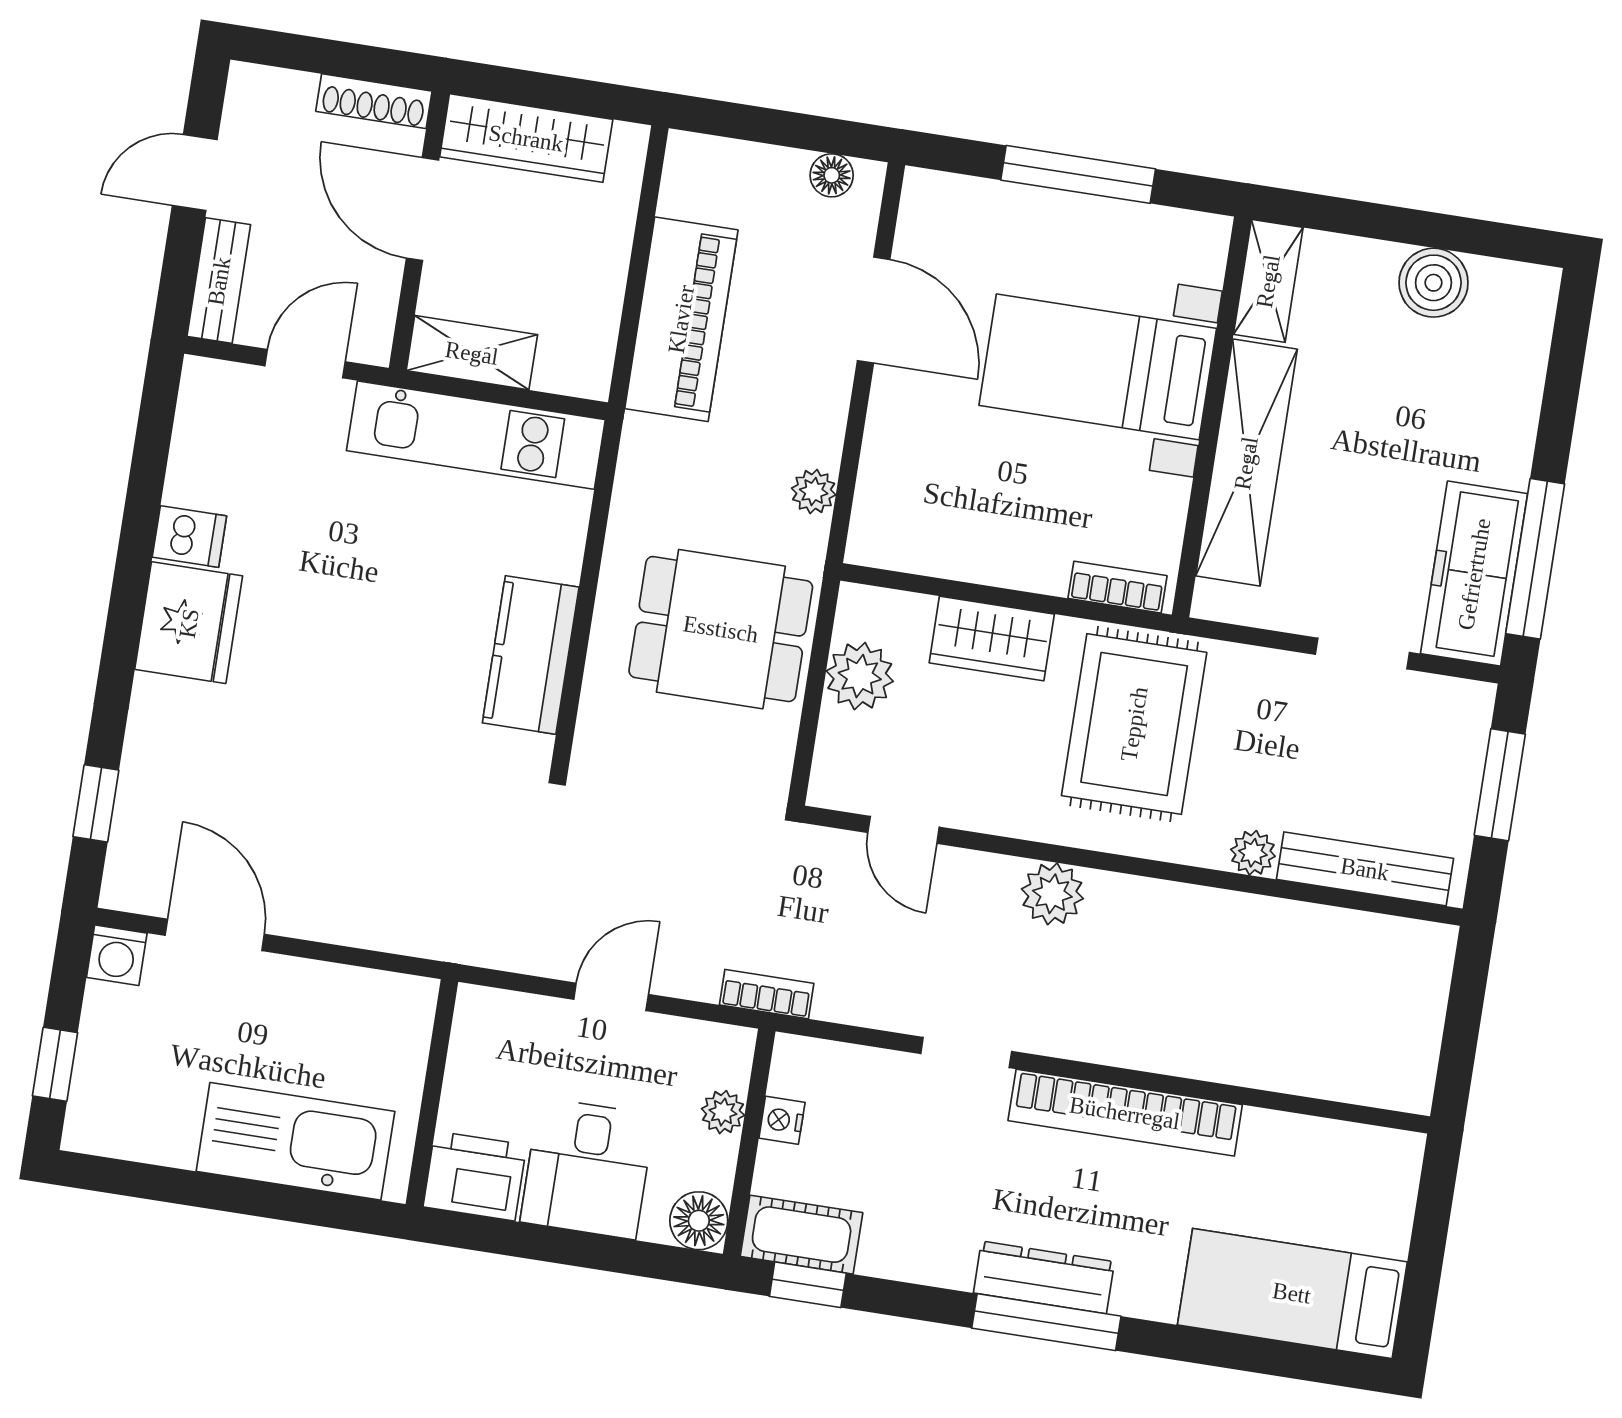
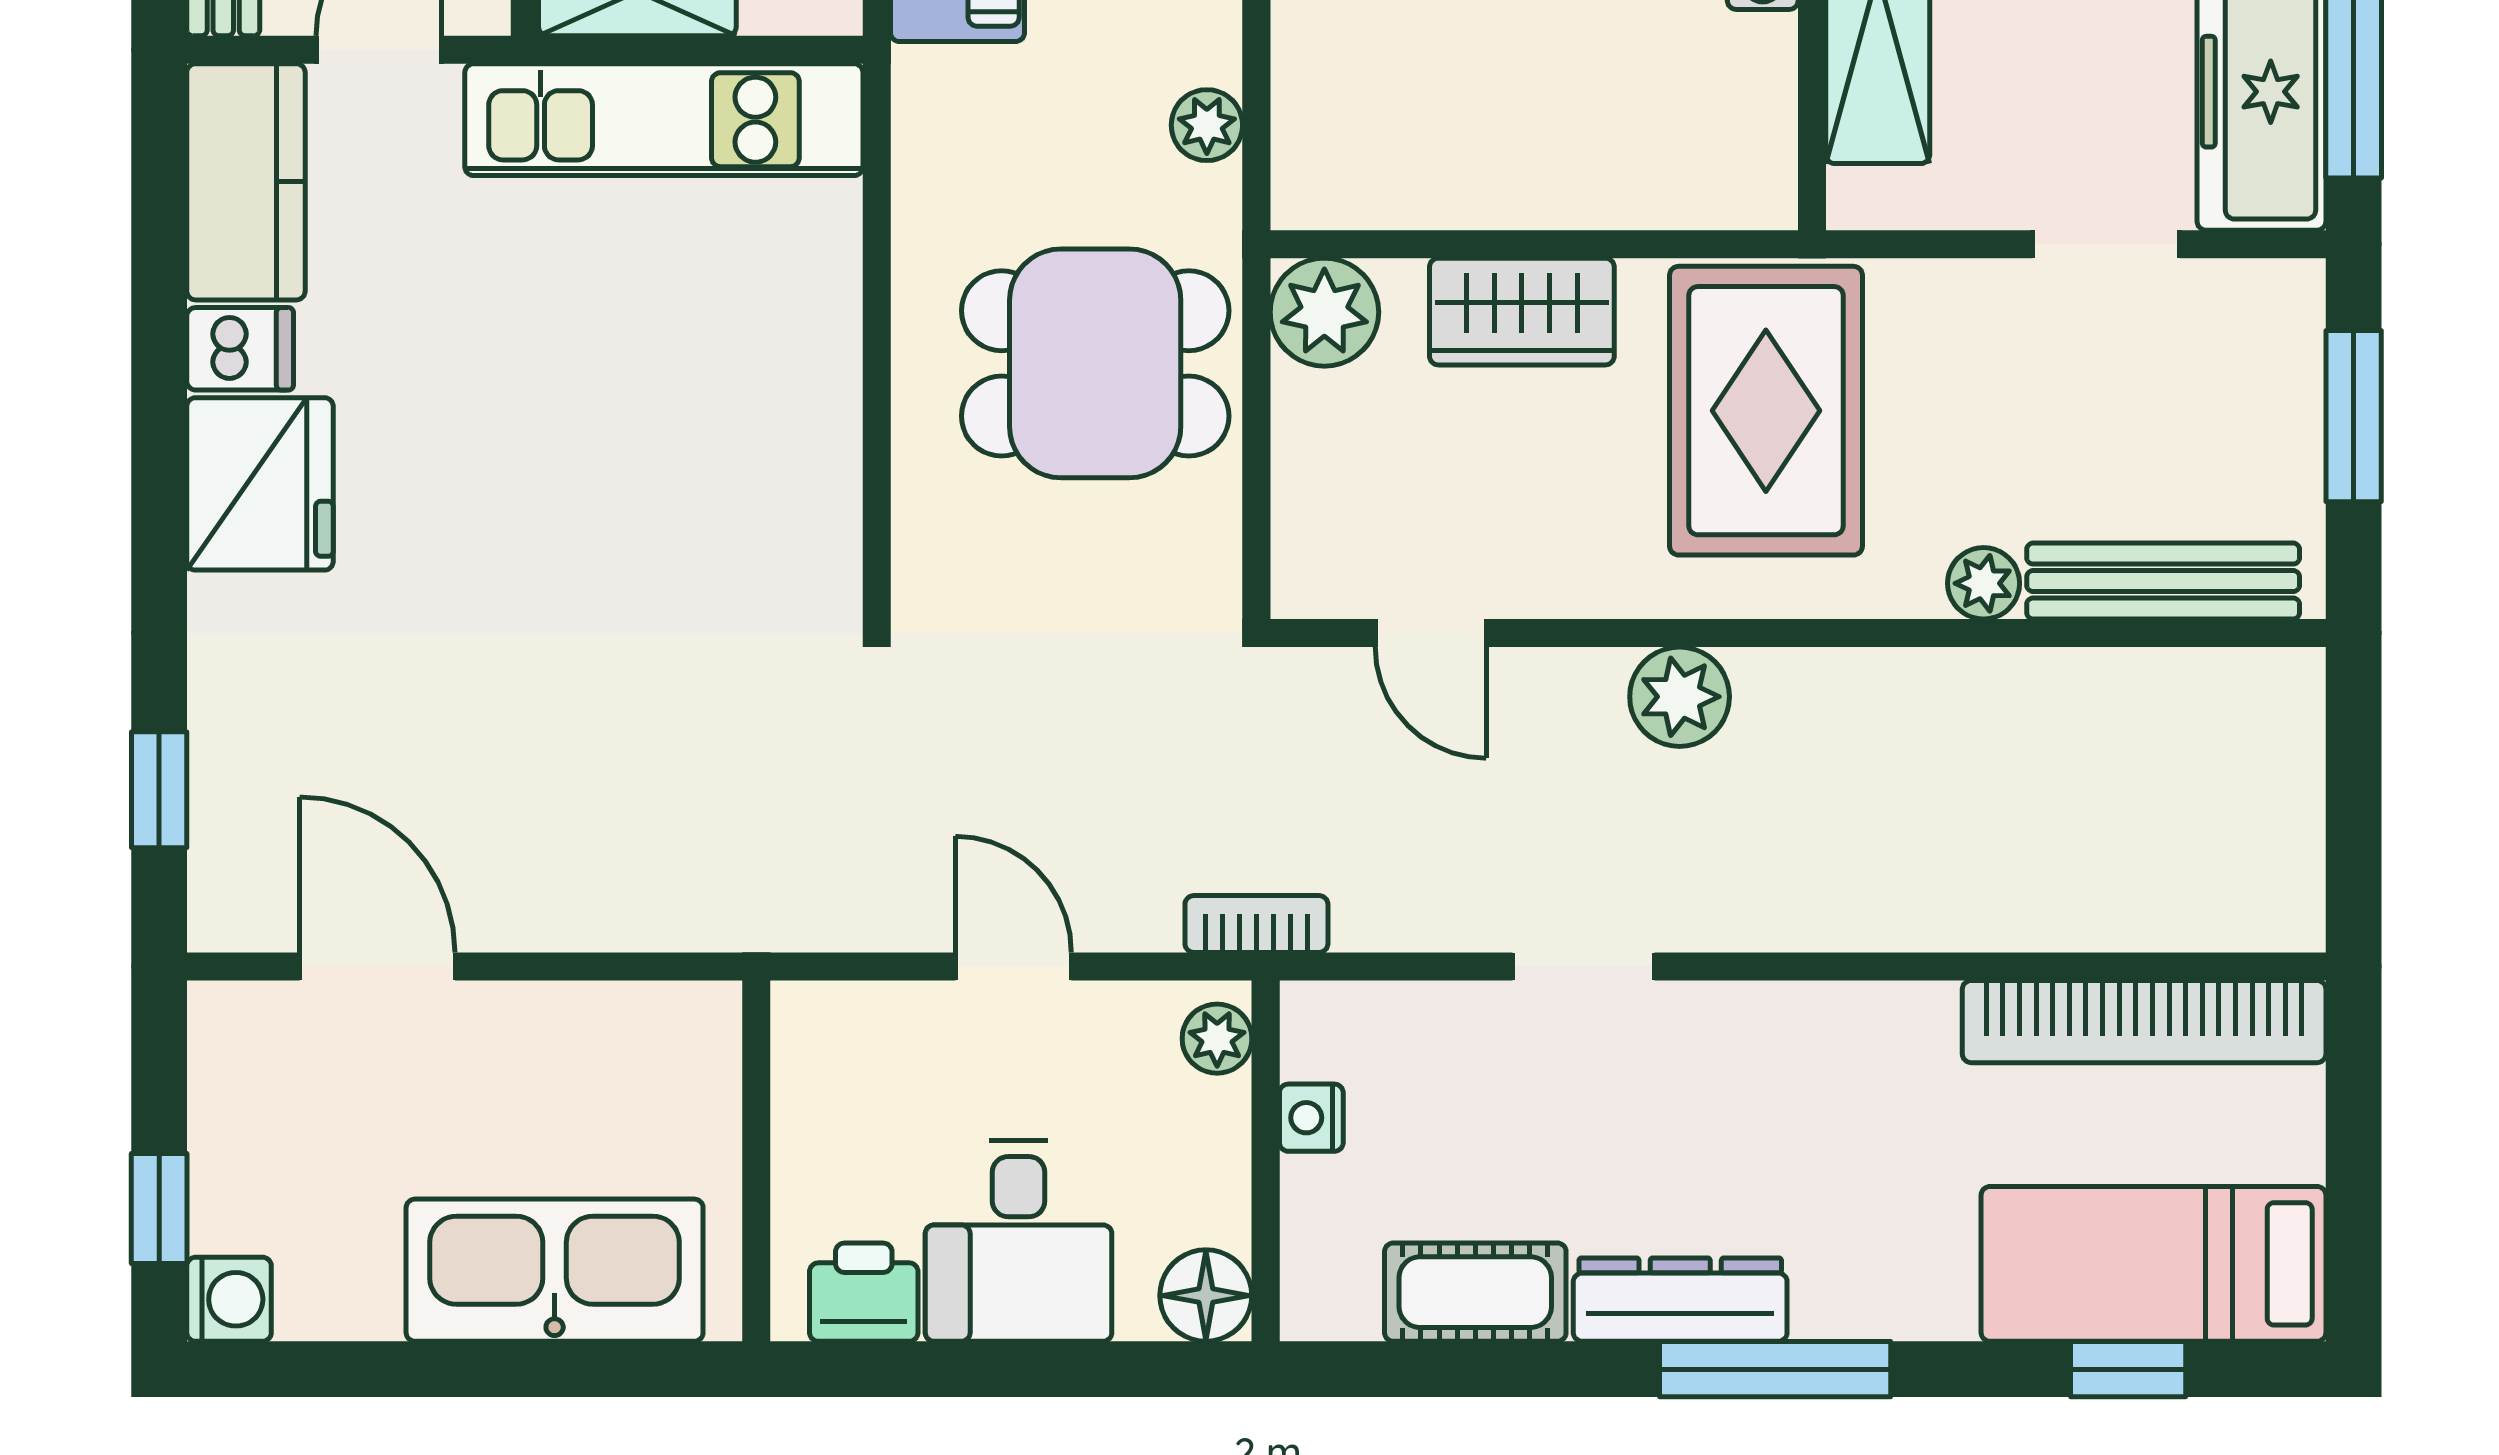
bookcase: (1117, 587) -> (1706, 200), removed
kitchen counter: (531, 655) -> (246, 182), moved, turned 180
plant: (860, 676) -> (1324, 312), moved
washing machine: (117, 955) -> (229, 1299), moved, turned -90
door: (611, 997) -> (1013, 966), hinge flipped
plant: (723, 1112) -> (1217, 1039), moved
bookcase: (1125, 1113) -> (2144, 1022), moved
printer: (475, 1176) -> (864, 1292), width x0.73, depth x0.81
cot: (802, 1235) -> (1475, 1292), moved
dresser: (1044, 1277) -> (1680, 1300), moved
window: (808, 1285) -> (2128, 1369), moved

